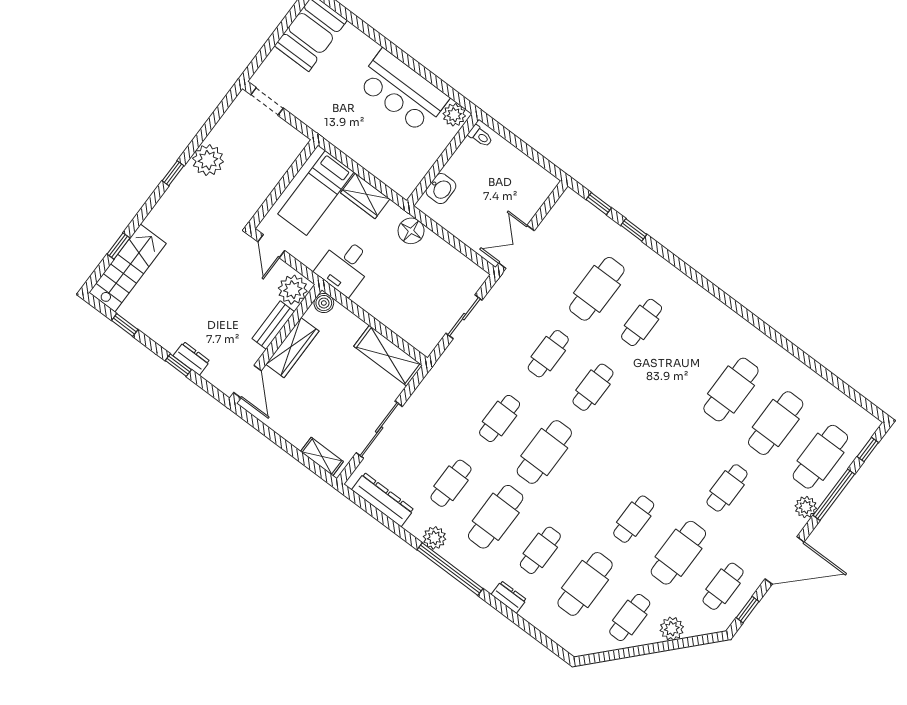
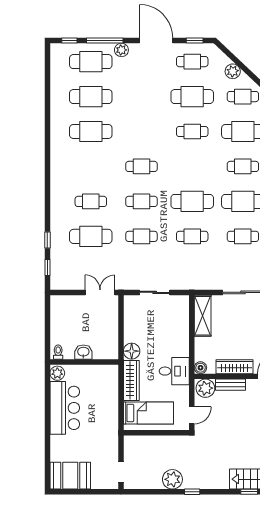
washbasin: (441, 189) -> (83, 352), moved
wardrobe: (365, 196) -> (131, 380), width x1.50
double door: (516, 247) -> (100, 292), swing flipped
cafe table: (727, 488) -> (141, 166), moved

